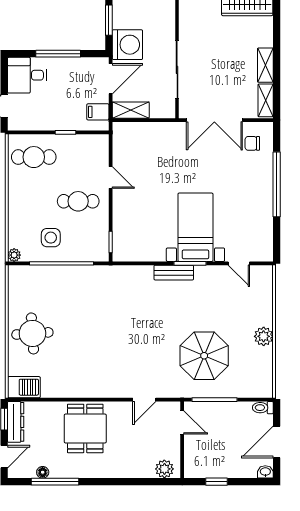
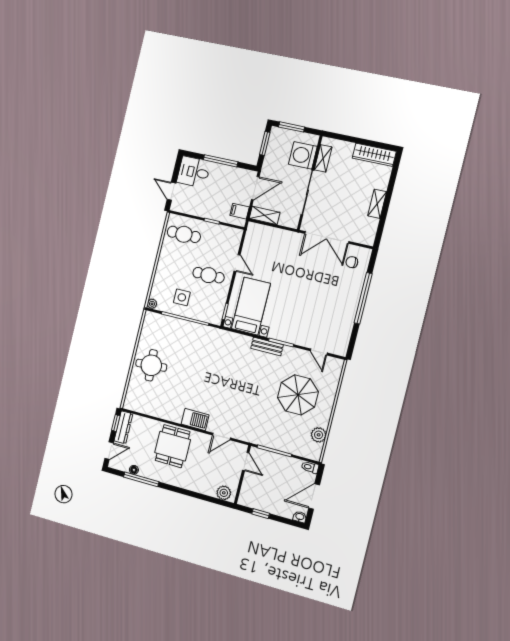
washing machine: (127, 45) -> (303, 155), moved, turned 180
shelving: (266, 100) -> (323, 158), moved
bed with nightstands: (195, 227) -> (251, 306), moved
plant: (264, 336) -> (319, 435), moved
parasol: (204, 356) -> (298, 395), moved
barbecue: (24, 387) -> (195, 419), moved

